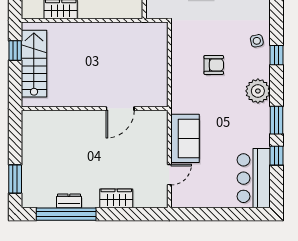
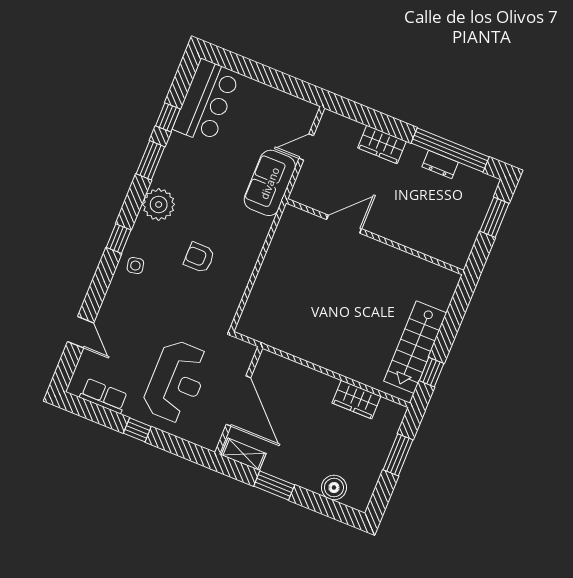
wall: (95, 109) -> (375, 237), moved
door: (120, 109) -> (344, 224), moved

